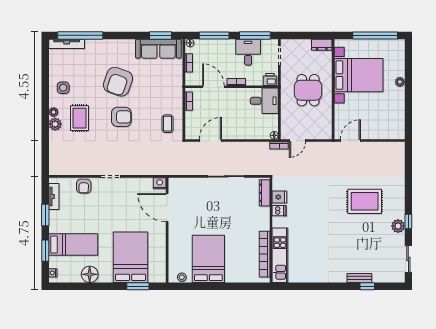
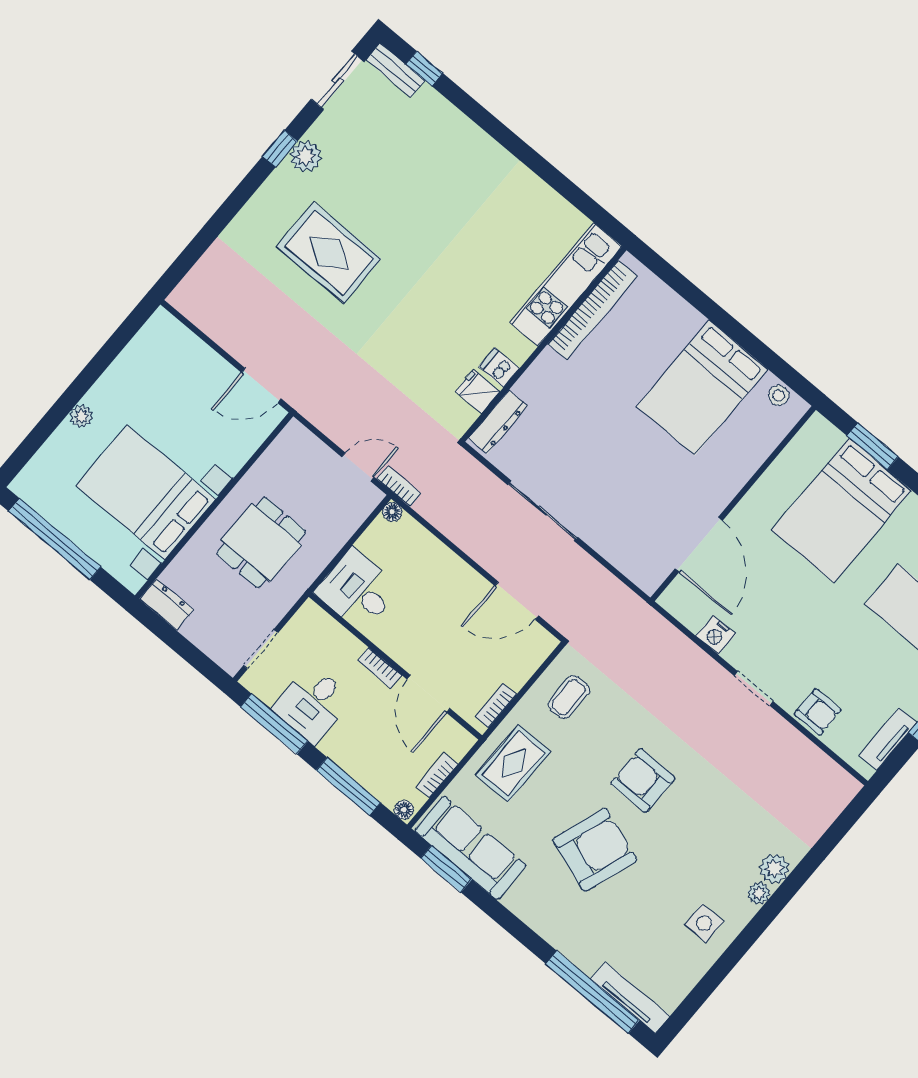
printer: (270, 79) -> (314, 620), removed
rug: (80, 118) -> (513, 763), moved
nightstand: (160, 183) -> (716, 635), moved
armchair: (84, 186) -> (818, 712), turned 89
bench: (359, 278) -> (396, 70), moved
window: (367, 286) -> (424, 69), moved

